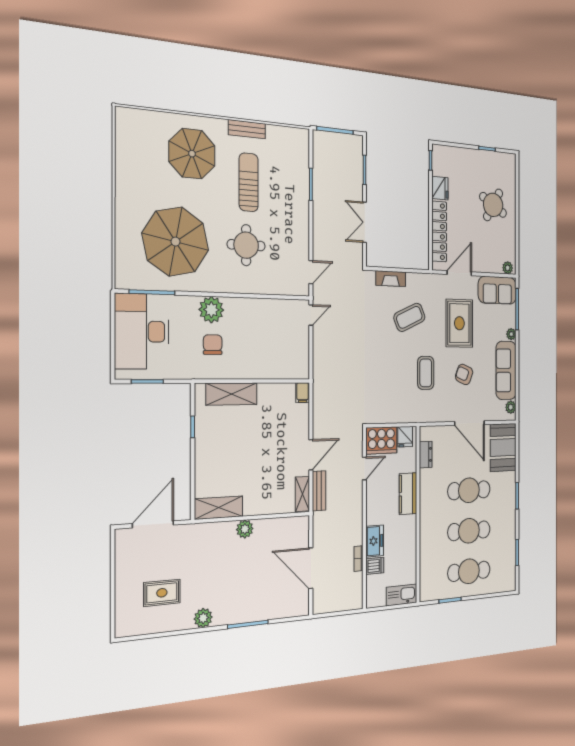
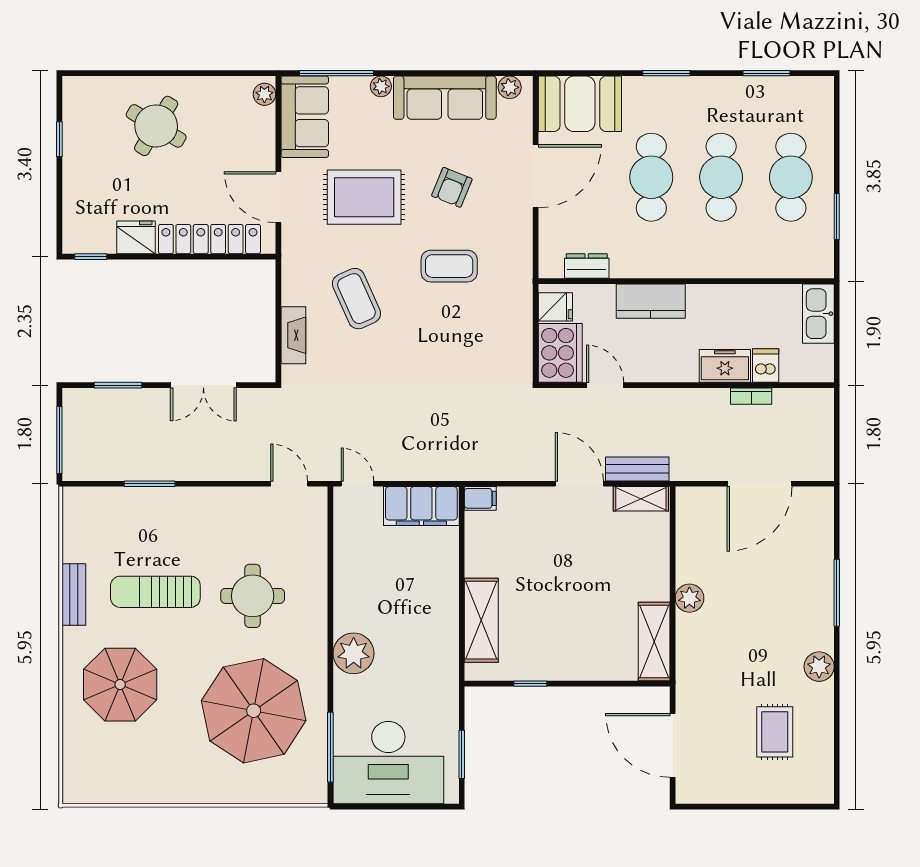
chair: (213, 345) -> (406, 651), removed
filing cabinet: (298, 355) -> (421, 506), added

